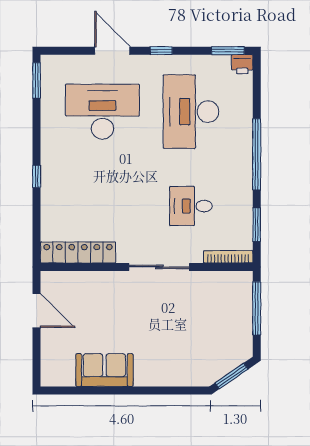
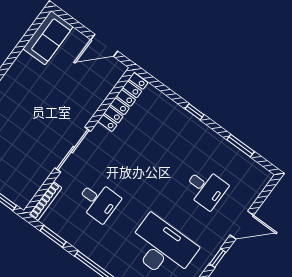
window: (37, 80) -> (241, 146), moved
desk: (102, 112) -> (206, 188), width x0.53, depth x0.77
desk: (191, 206) -> (98, 201), turned 90
sofa: (104, 370) -> (48, 38), moved

